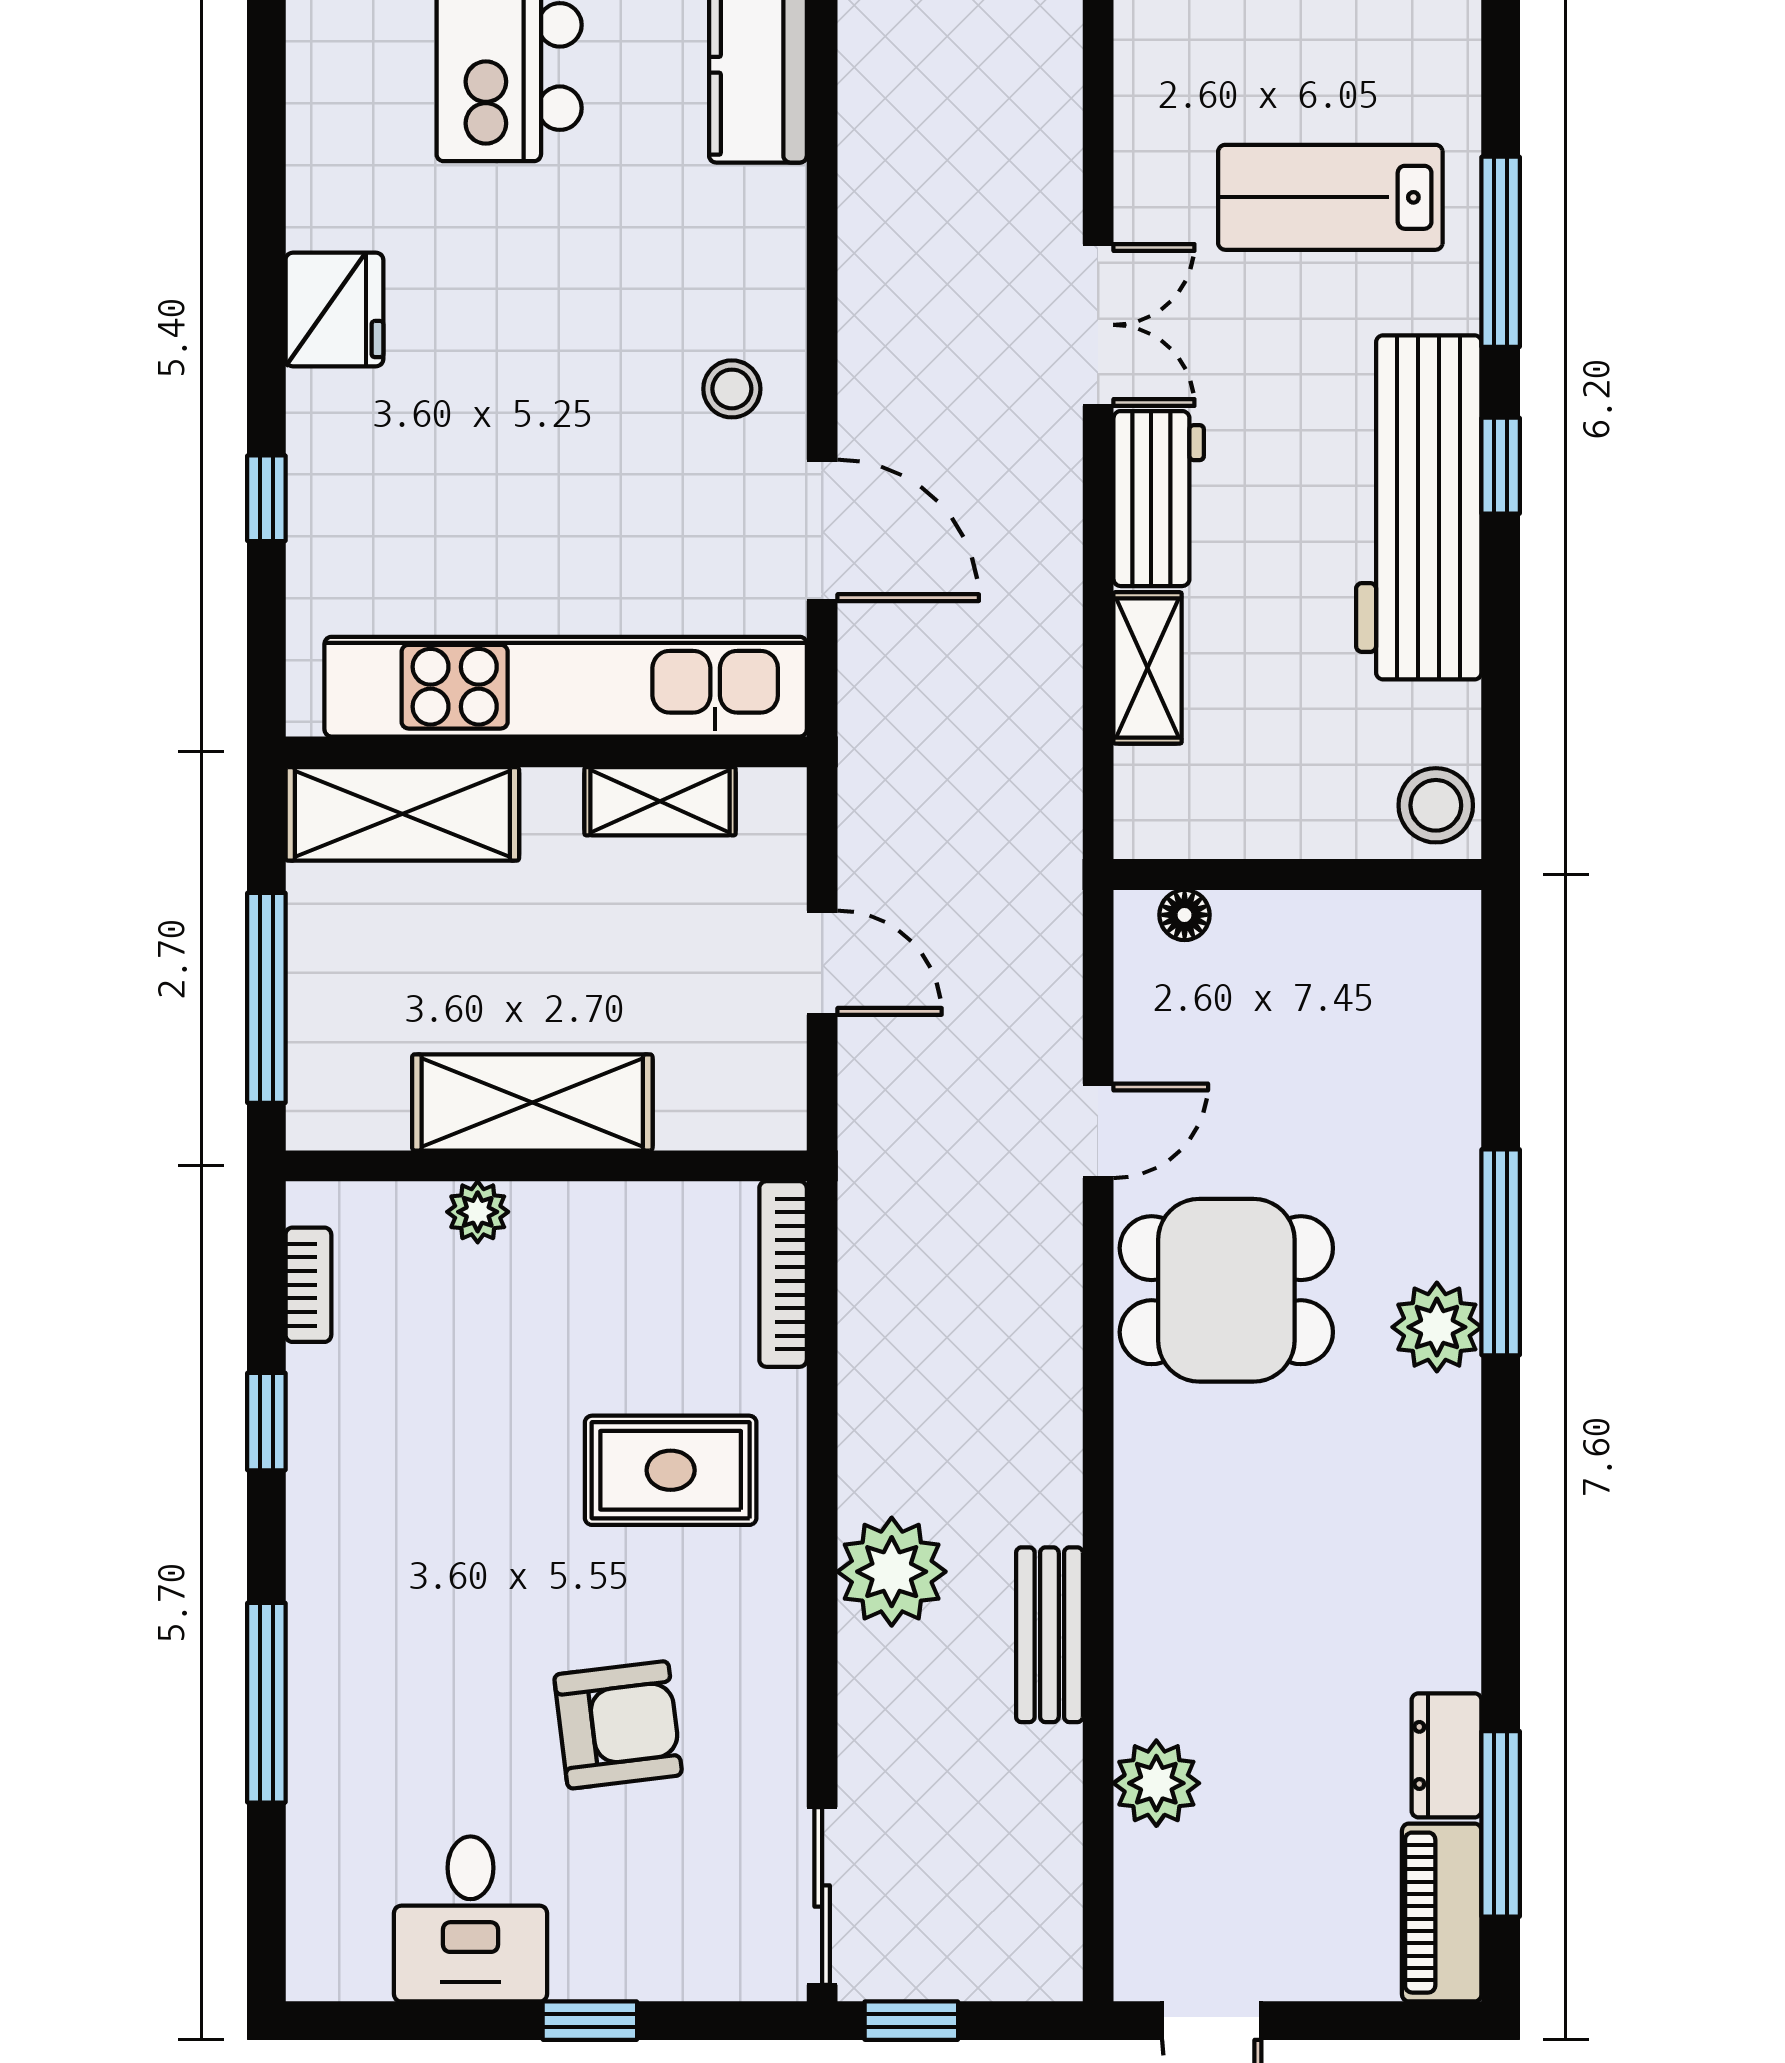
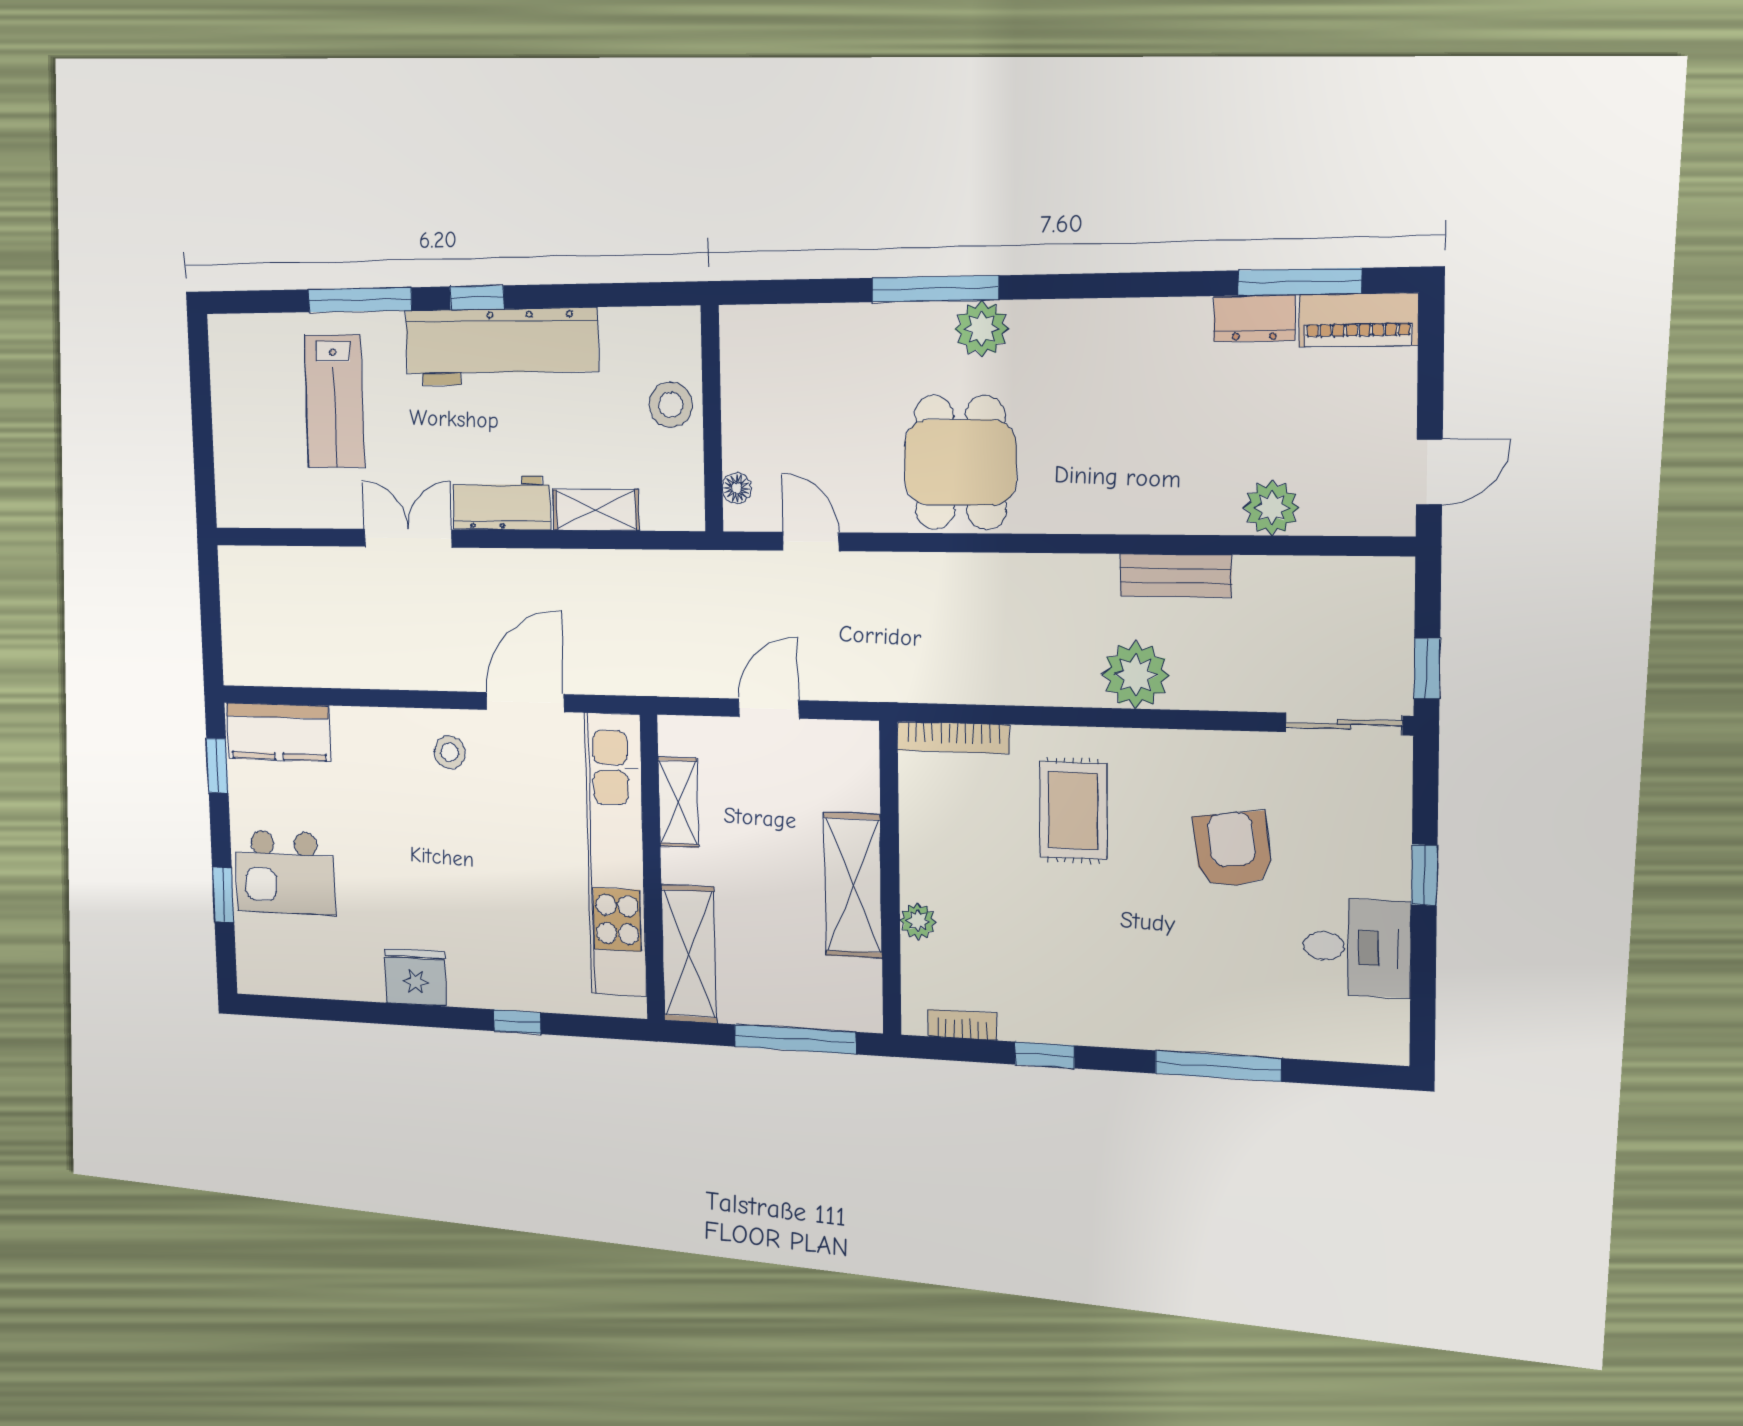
stool: (1436, 805) -> (671, 405), moved
door: (1098, 1131) -> (811, 542), moved

